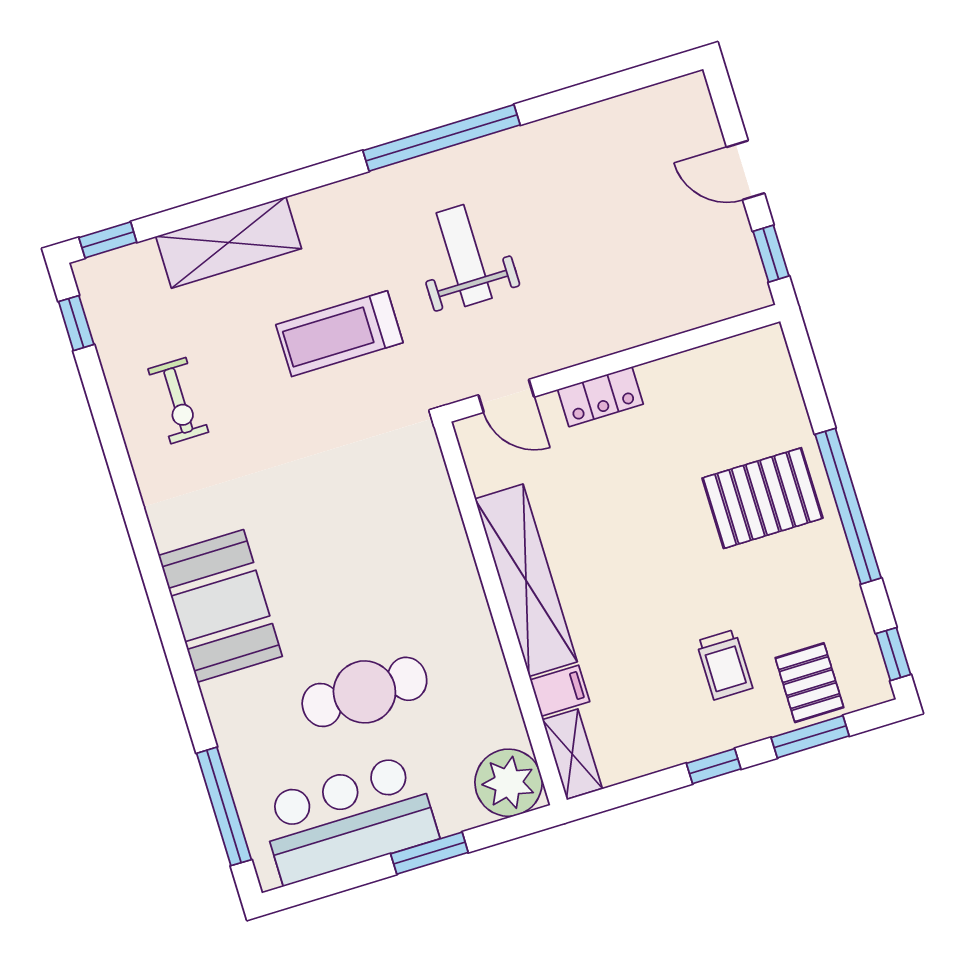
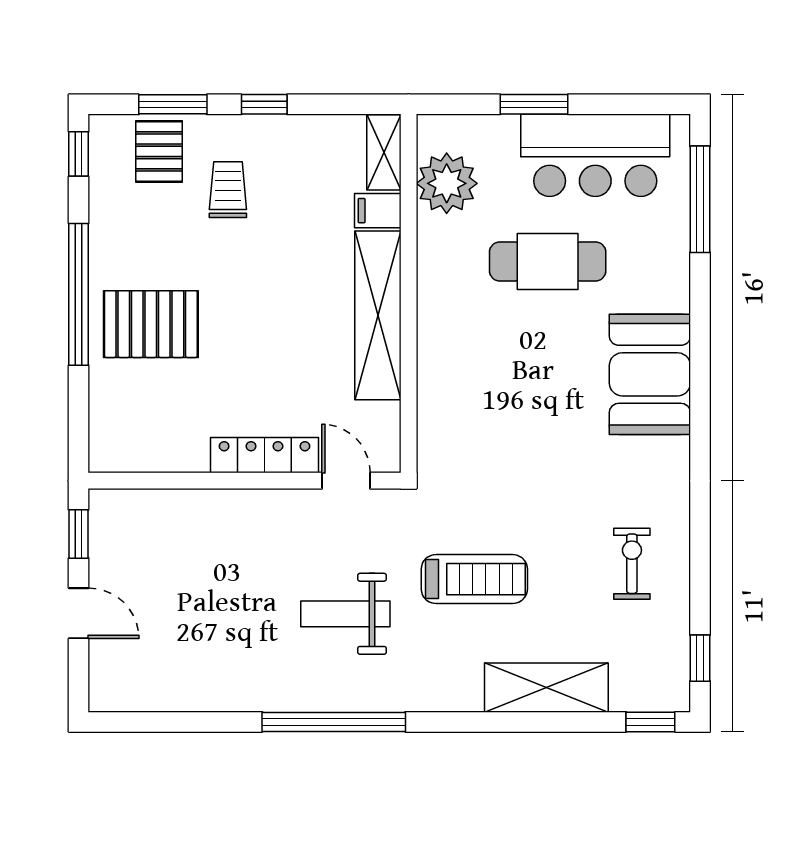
weight bench: (464, 255) -> (345, 614), turned 90
locker: (600, 397) -> (264, 455), width x1.53
plant: (508, 783) -> (447, 183), moved

